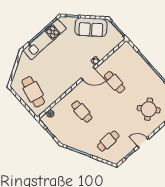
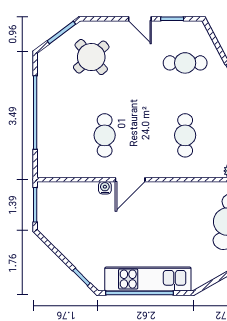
sofa: (91, 27) -> (70, 239), removed
door: (88, 73) -> (130, 180), swing flipped

